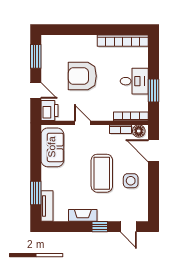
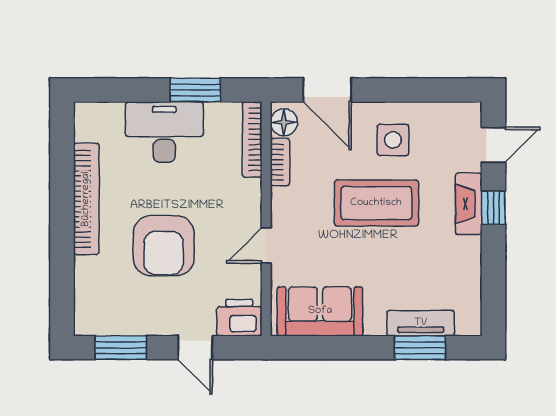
bookcase: (123, 41) -> (86, 199), moved
desk: (134, 81) -> (164, 132), width x1.37
door: (36, 90) -> (195, 348), swing flipped
door: (153, 151) -> (327, 90), hinge flipped
tv unit: (47, 206) -> (421, 323), moved
fireplace: (83, 215) -> (469, 204), moved

